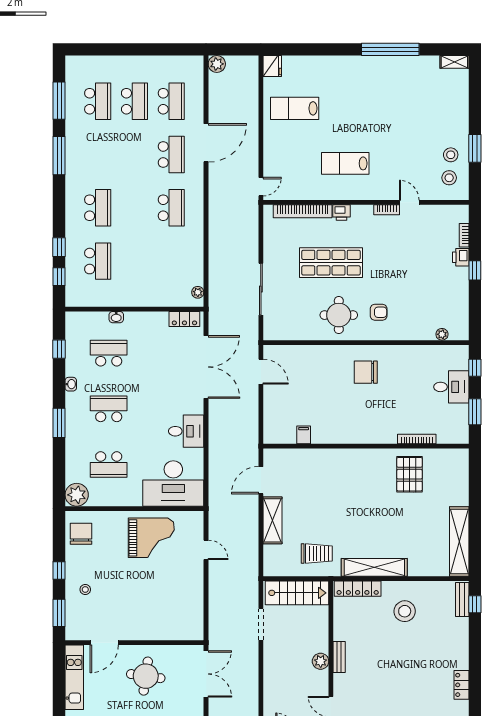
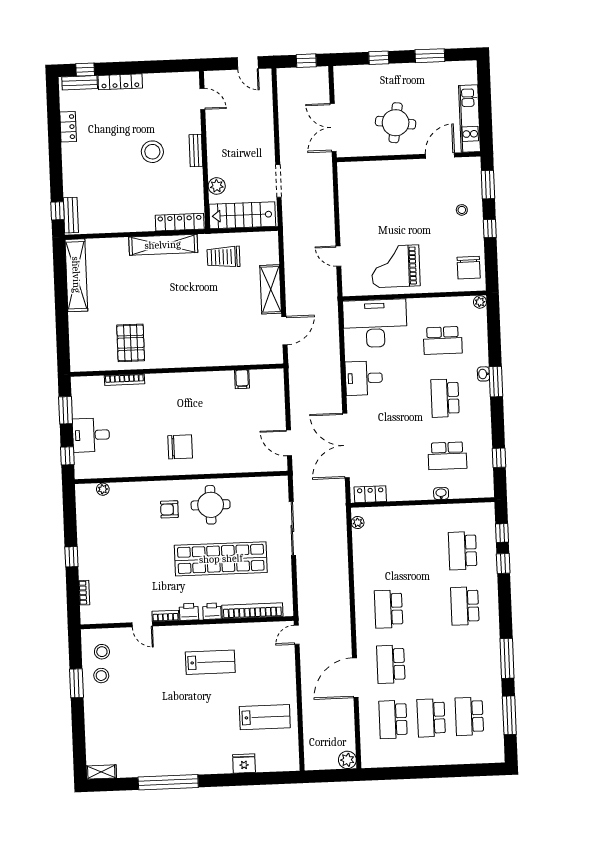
fridge: (272, 66) -> (244, 763), moved, turned 90
printer: (461, 257) -> (189, 612), moved, turned -90
shop shelf: (331, 263) -> (221, 559), width x1.40
washbasin: (71, 384) -> (483, 374), moved
school desk: (109, 409) -> (445, 398), turned 90
school desk: (109, 465) -> (443, 340), turned 180
plant: (77, 495) -> (480, 302), width x0.53, depth x0.53
stool: (405, 611) -> (152, 152), moved
plant: (321, 661) -> (217, 186), moved

